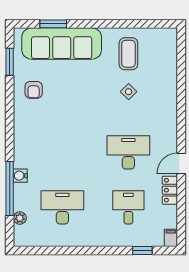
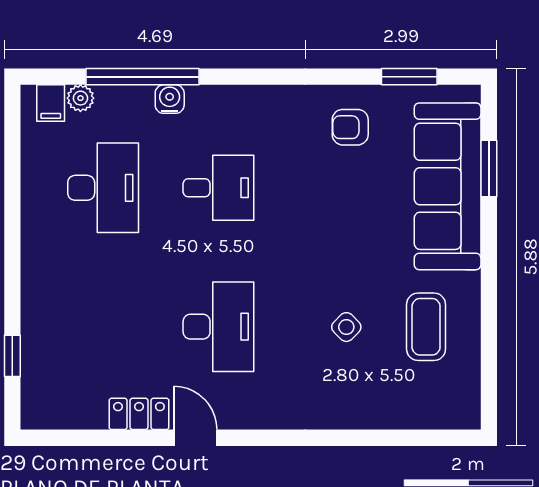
coffee table: (128, 54) -> (426, 327), turned 90
desk: (128, 207) -> (218, 188), moved
filing cabinet: (171, 238) -> (51, 103), moved, turned 90

